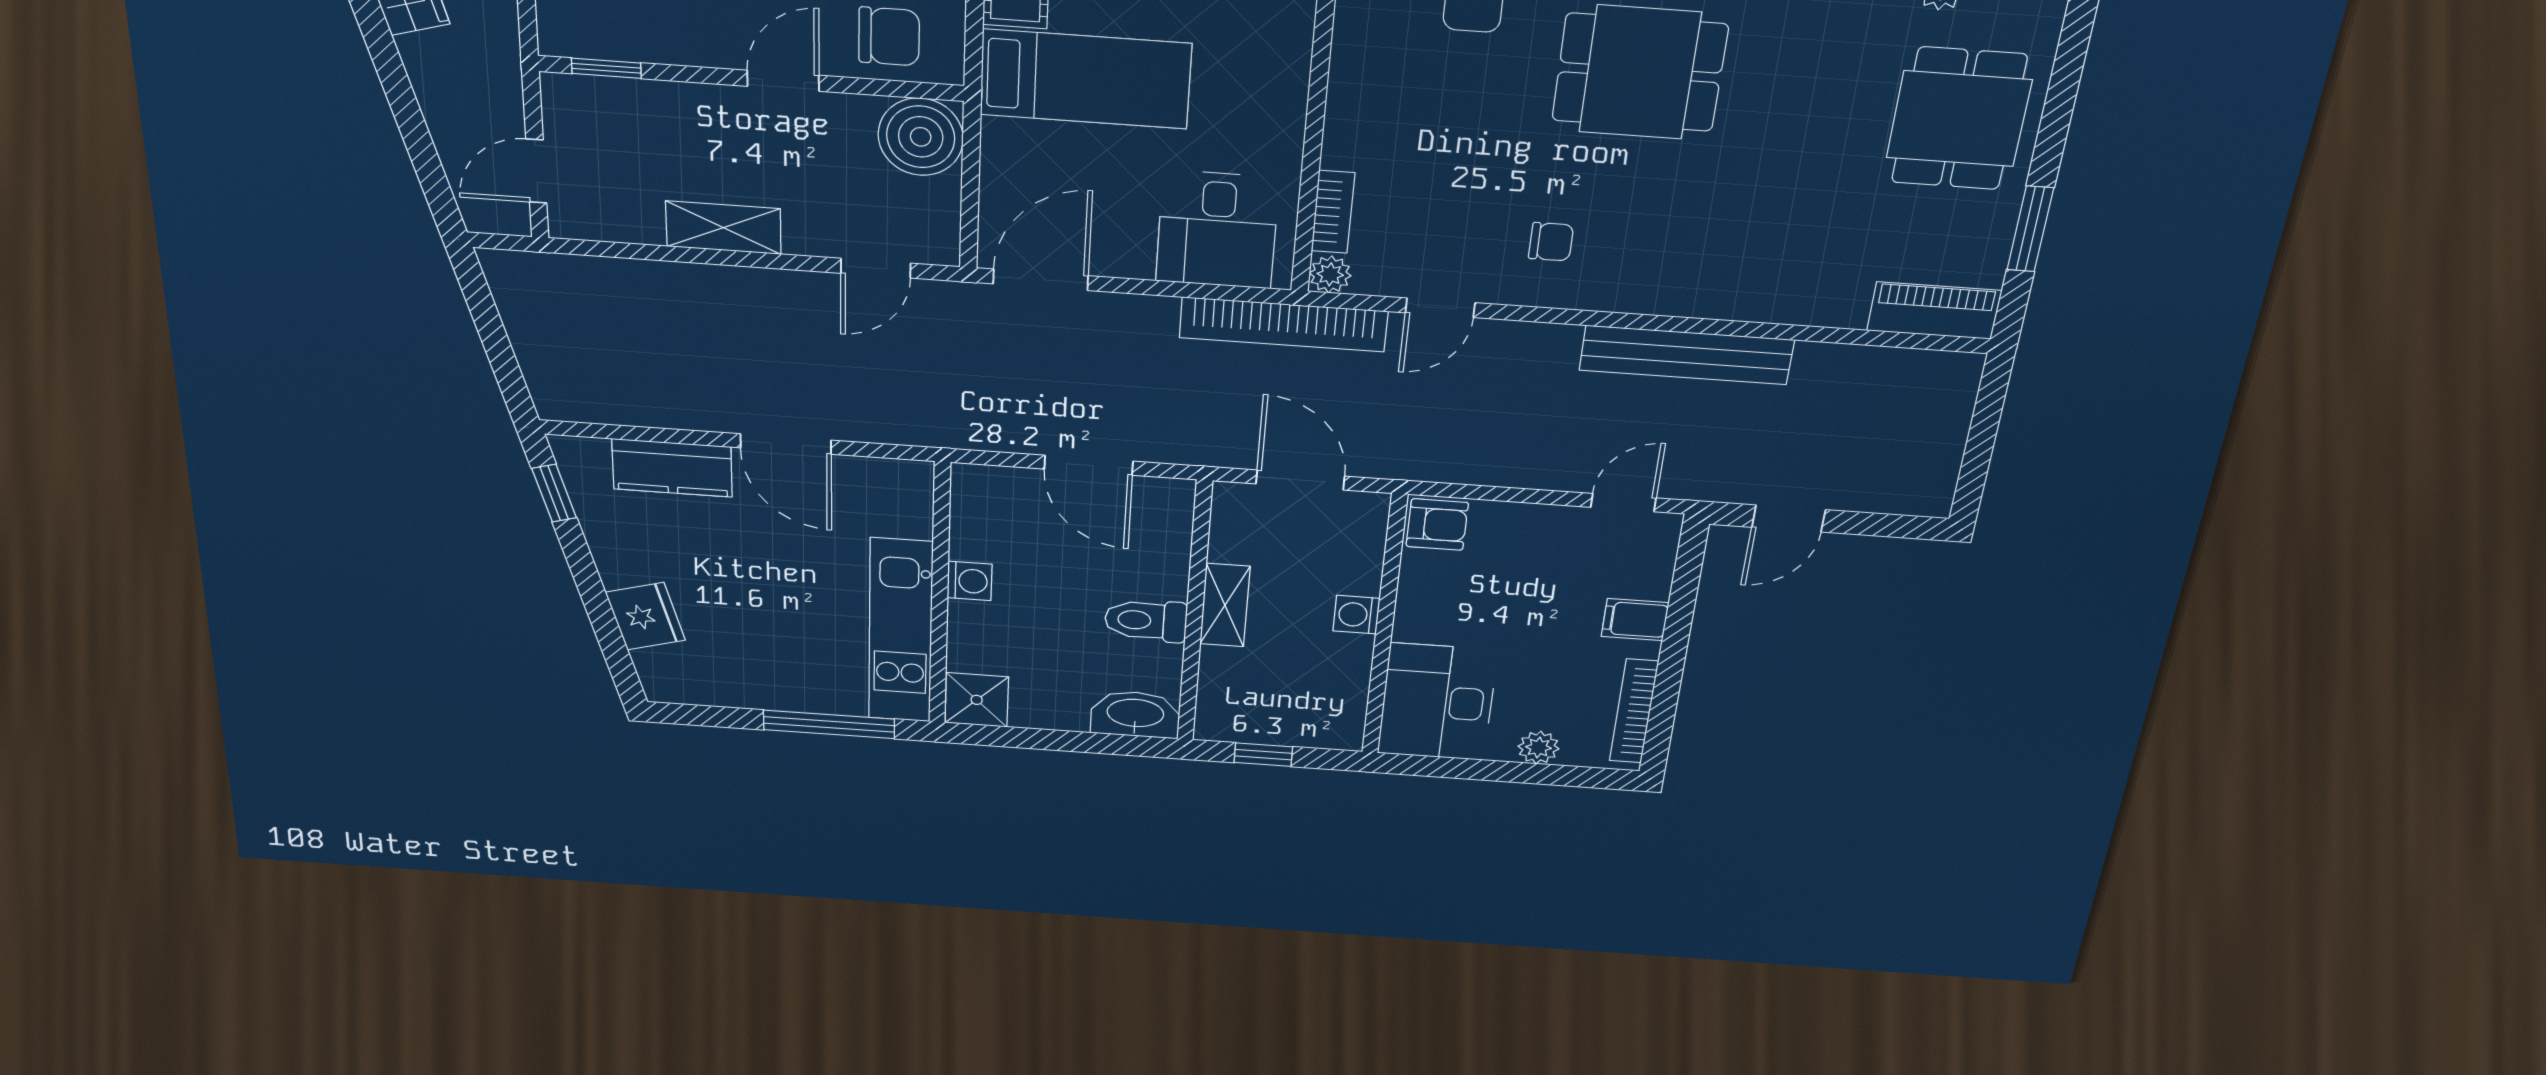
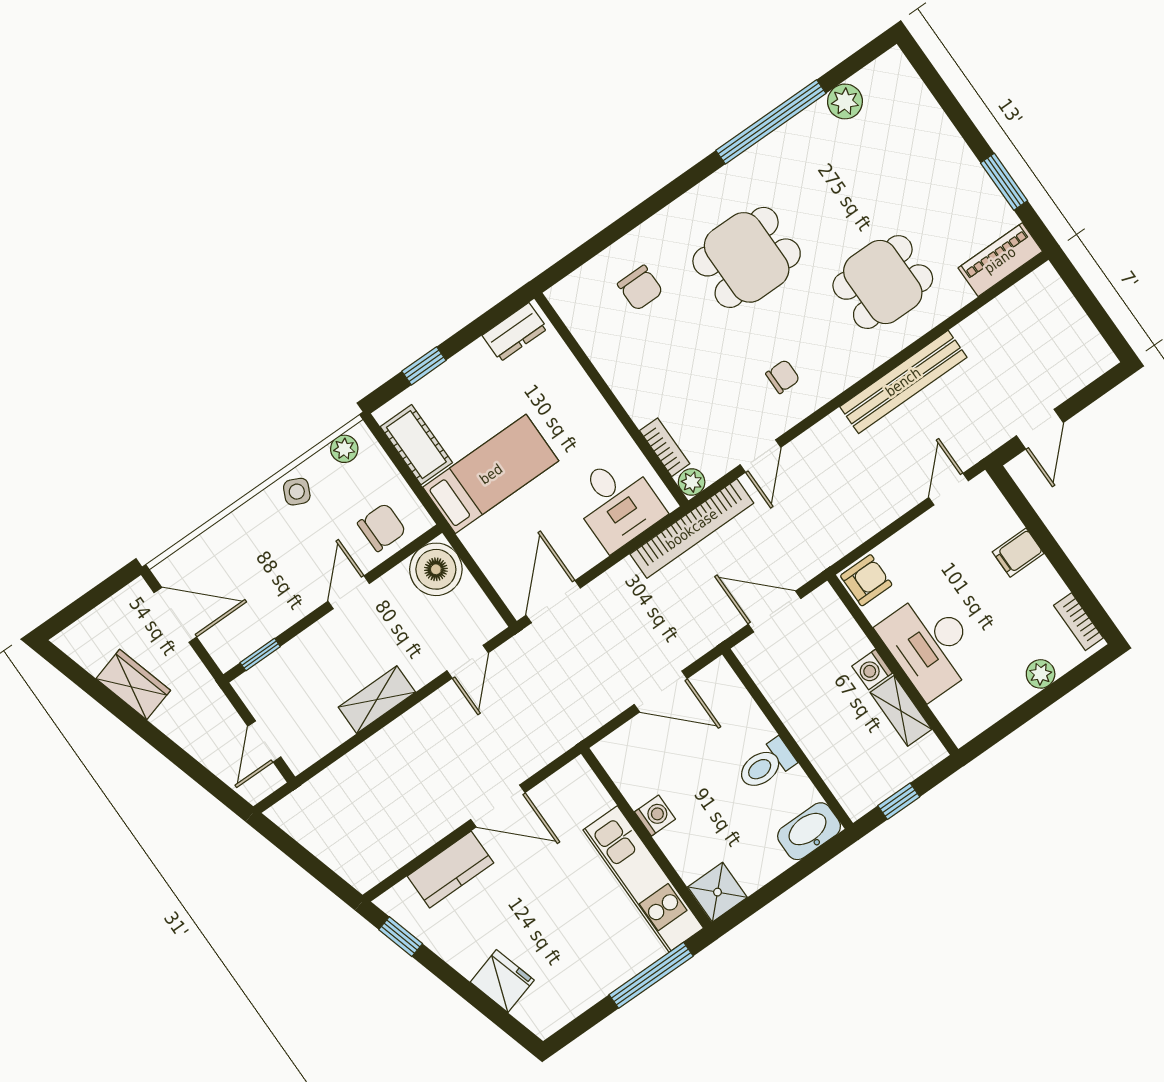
dining table: (1959, 119) -> (883, 282), moved, turned 90
shelving: (1225, 605) -> (901, 711), moved
desk: (1437, 702) -> (930, 645), moved
bookcase: (1634, 711) -> (1078, 622), width x0.64

